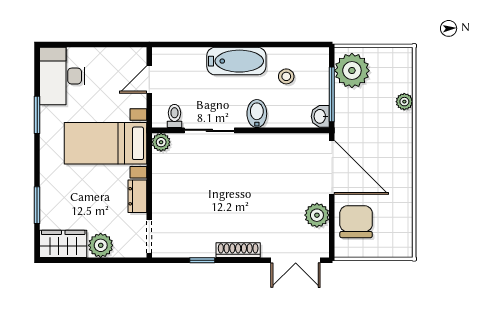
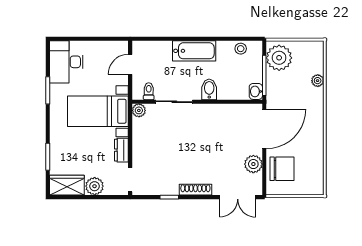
stool: (286, 76) -> (241, 49), moved
door: (332, 167) -> (264, 129), hinge flipped
chair: (356, 222) -> (282, 169), turned 90

